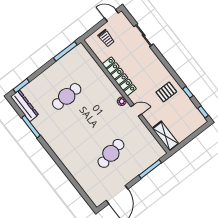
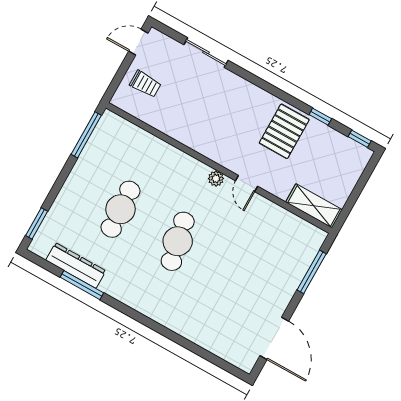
locker: (119, 76) -> (194, 139), removed
pallet: (166, 92) -> (284, 131), width x1.50, depth x1.42
dresser: (25, 106) -> (76, 266), moved
door: (136, 110) -> (247, 184), swing flipped
cafe table: (111, 153) -> (178, 241), moved

